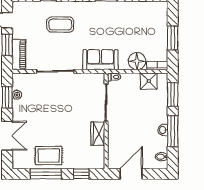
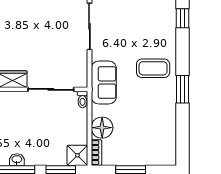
coffee table: (60, 24) -> (153, 68), moved, turned 90
shower: (149, 81) -> (77, 155), moved

